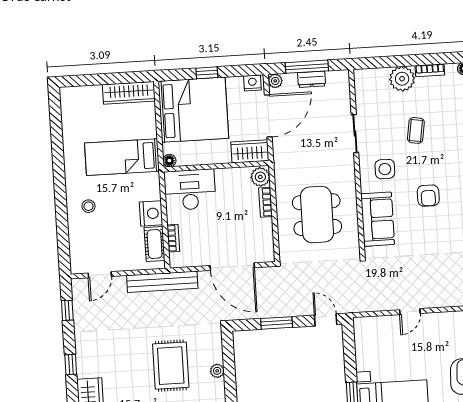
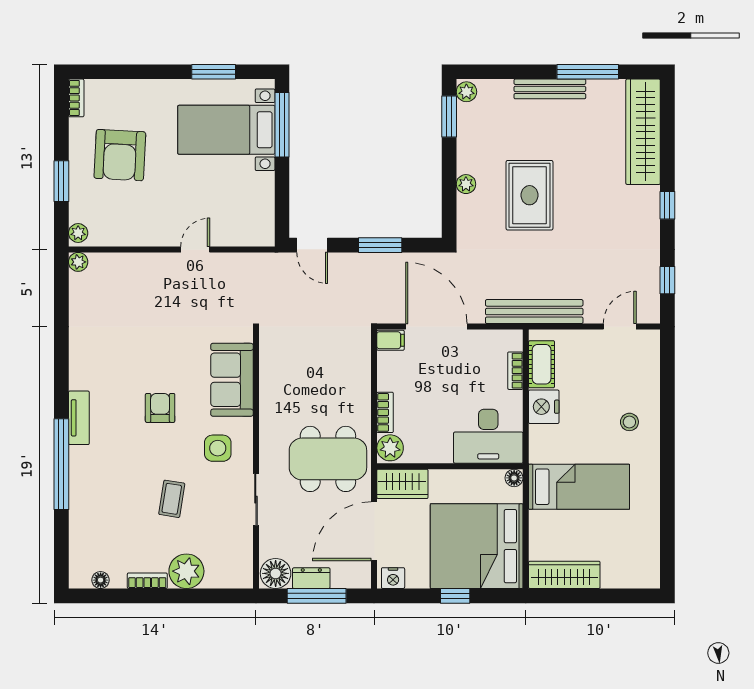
plant: (275, 81) -> (361, 579), removed
floor lamp: (338, 81) -> (276, 573), added
dining table: (317, 215) -> (328, 459), moved, turned 90
filing cabinet: (265, 255) -> (391, 340), added

